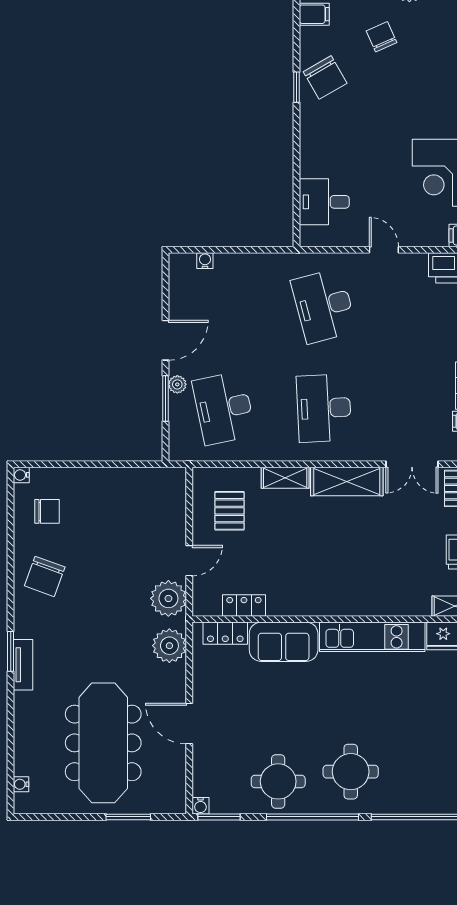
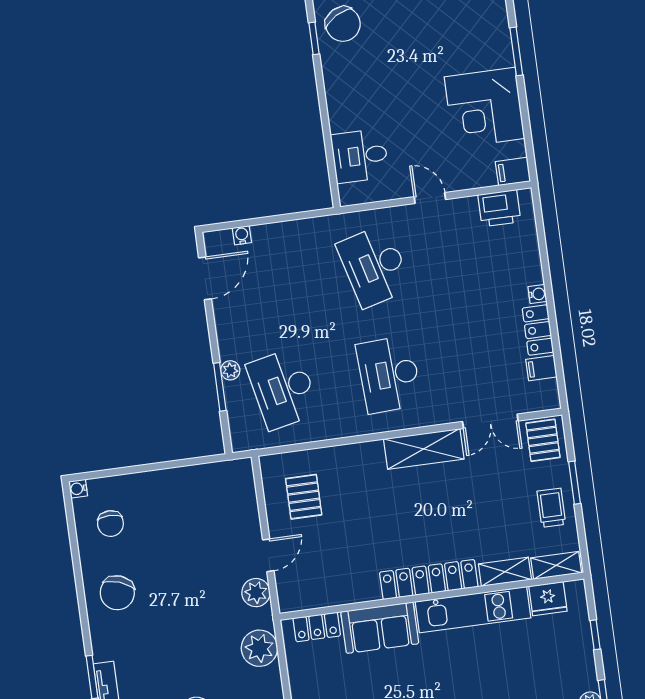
door: (165, 340) -> (205, 278), moved
shelving: (285, 478) -> (505, 572), moved
chair: (47, 511) -> (110, 524), turned 90
plant: (168, 598) -> (256, 593), width x0.73, depth x0.73
locker: (244, 605) -> (429, 580), moved, width x2.16, depth x1.21

